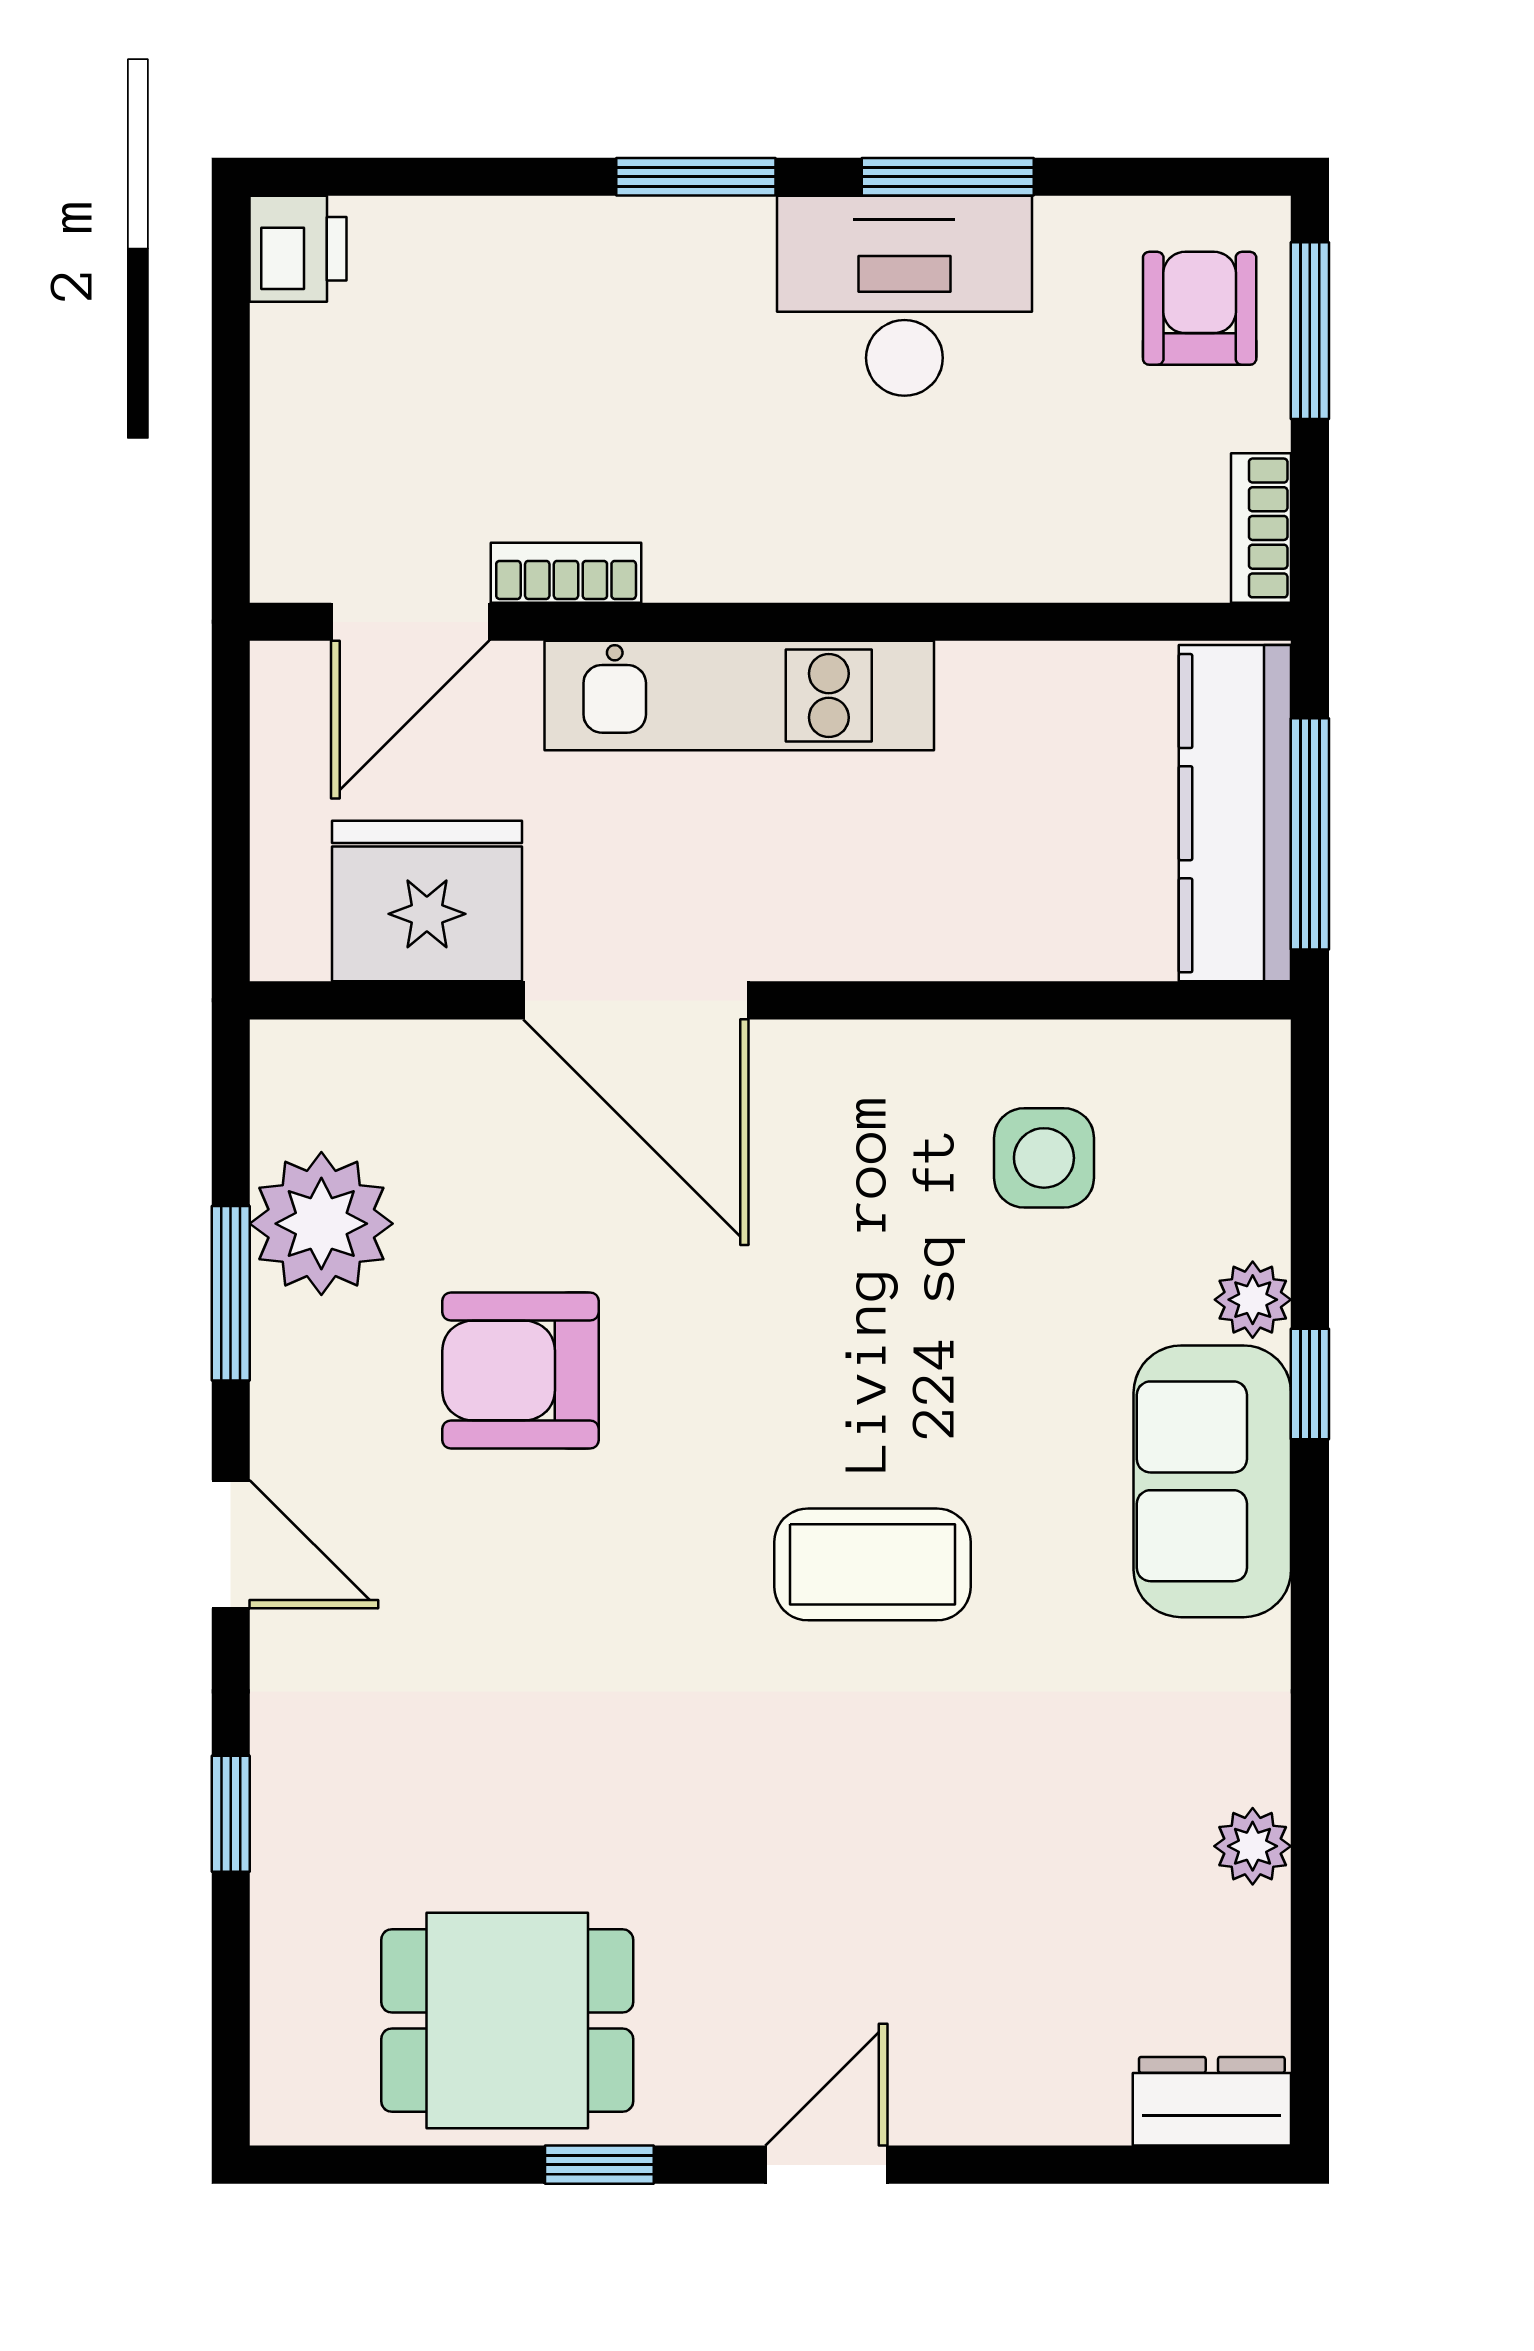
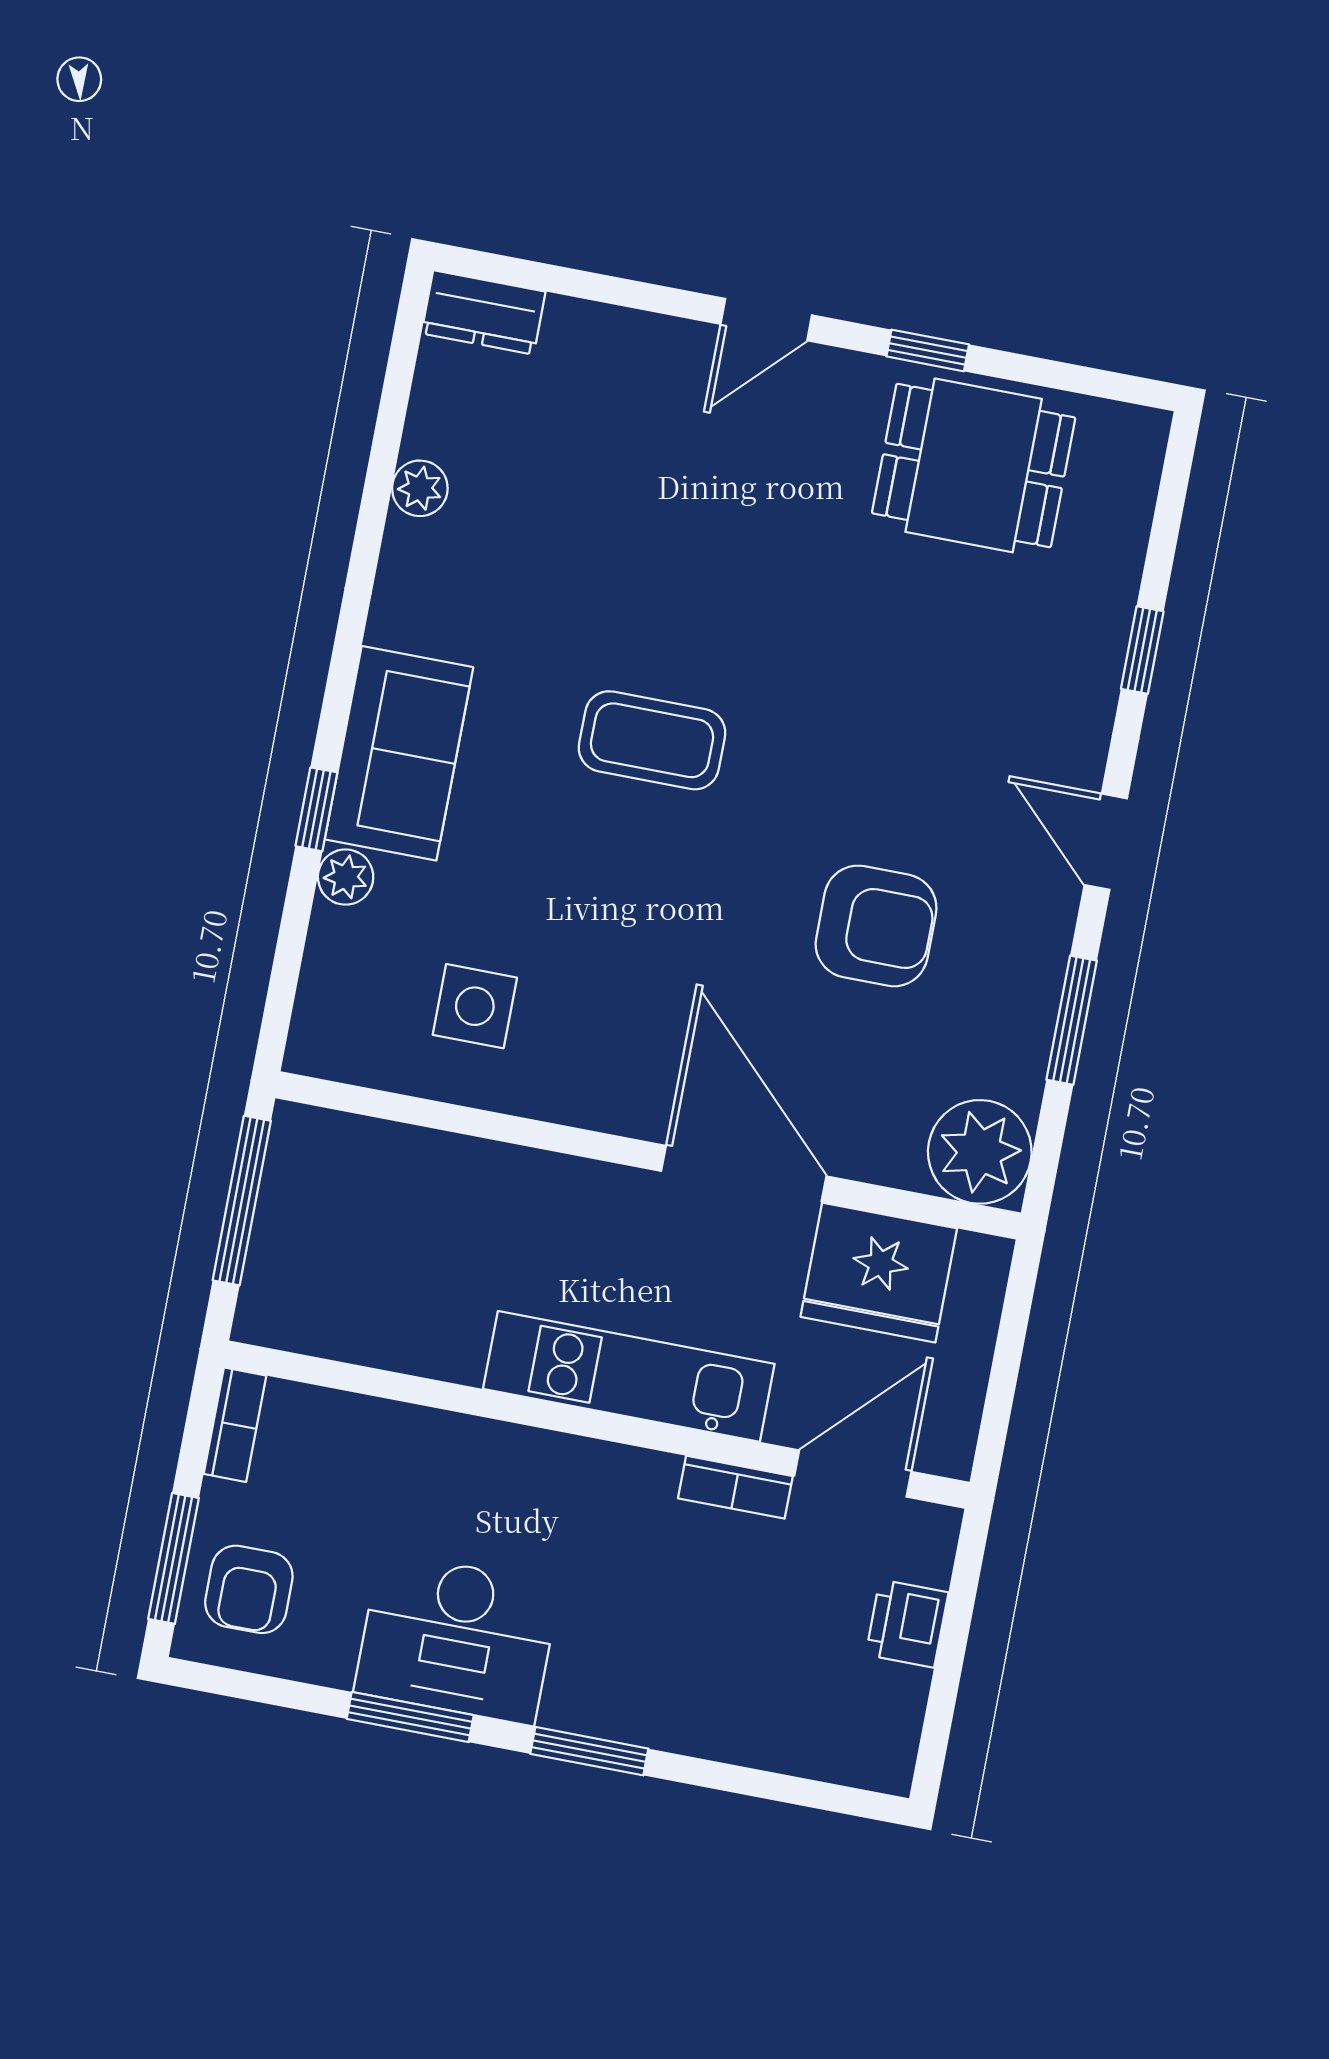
printer: (298, 249) -> (907, 1623), moved
kitchen counter: (1235, 813) -> (292, 1225), removed
plant: (321, 1224) -> (980, 1152), moved

